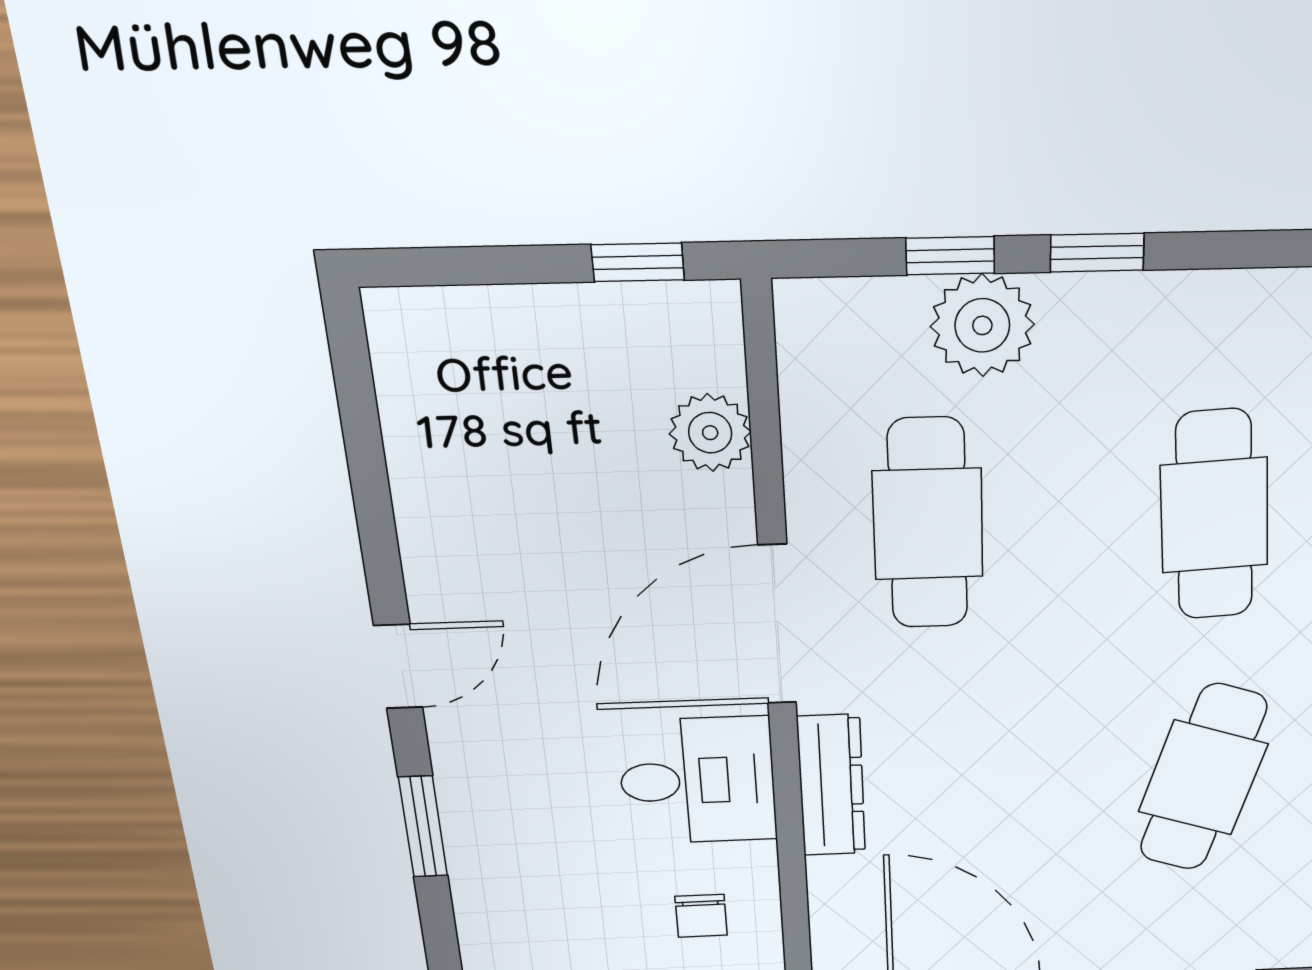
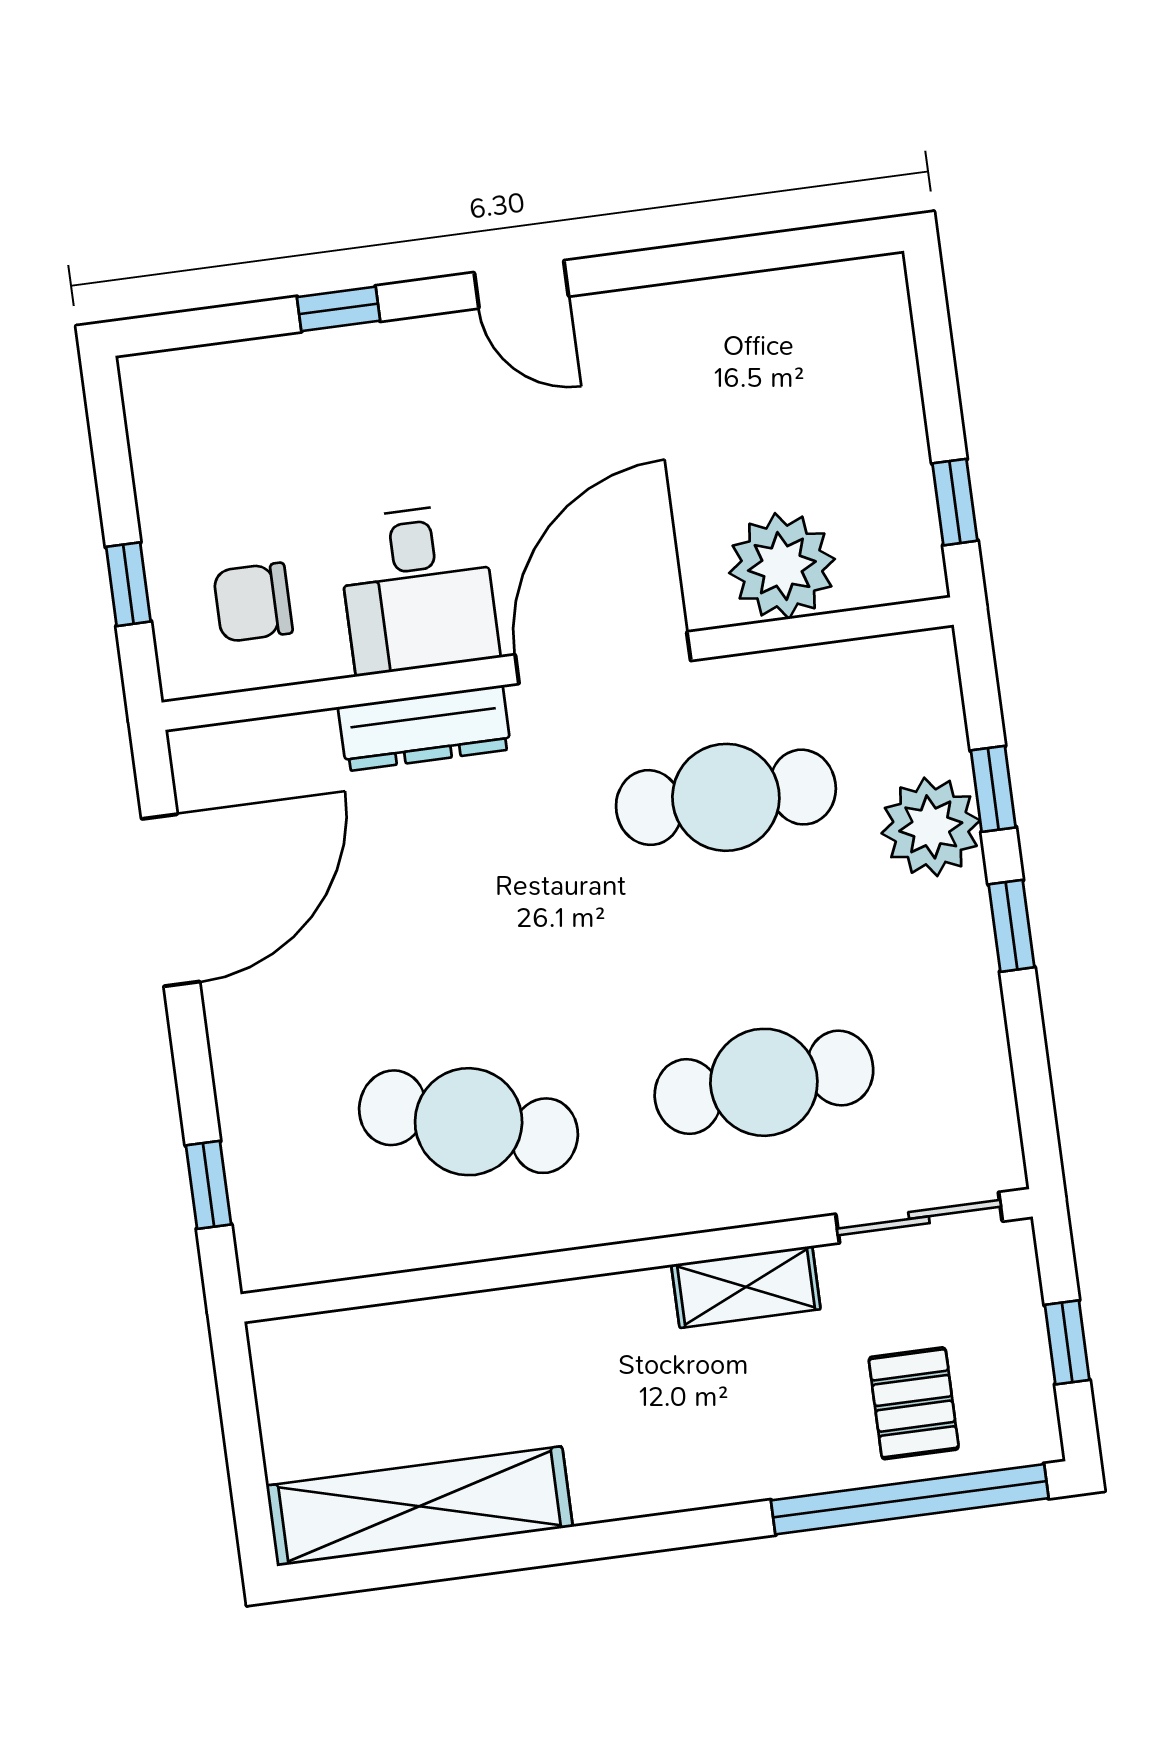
plant: (710, 433) -> (782, 566), width x1.36, depth x1.36
door: (777, 625) -> (603, 658), hinge flipped
window: (423, 827) -> (339, 309), width x0.67
chair: (701, 916) -> (253, 602), width x1.37, depth x1.37

